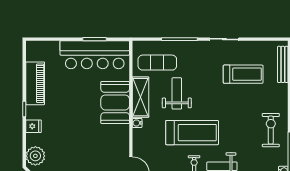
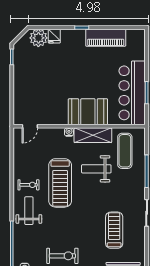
treadmill: (243, 74) -> (114, 230), turned 180
weight bench: (177, 93) -> (96, 169), turned 180
fridge: (33, 126) -> (54, 36), moved

